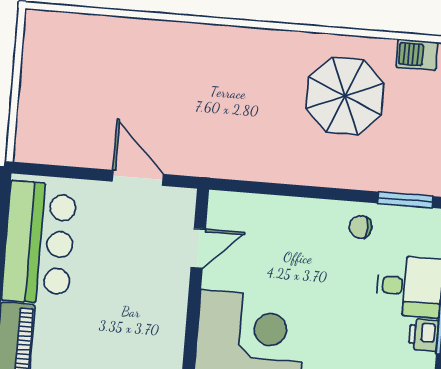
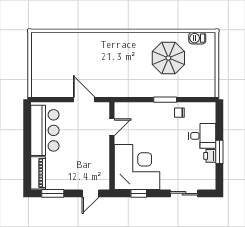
window: (405, 200) -> (165, 100), moved

